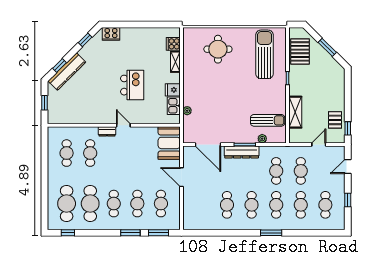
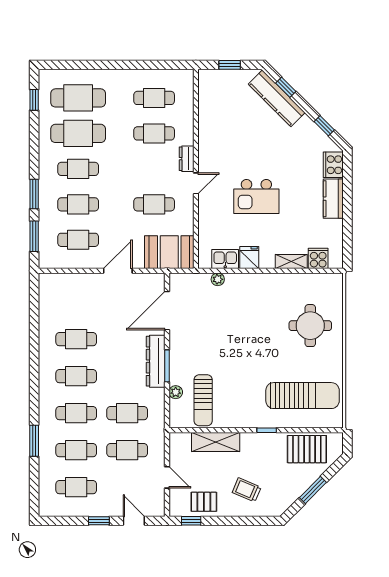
kitchen counter: (134, 34) -> (333, 199), added
trolley: (327, 91) -> (247, 490), added
cafe table: (137, 153) -> (154, 204), added
window: (348, 200) -> (99, 521), moved
window: (271, 233) -> (34, 441), moved

